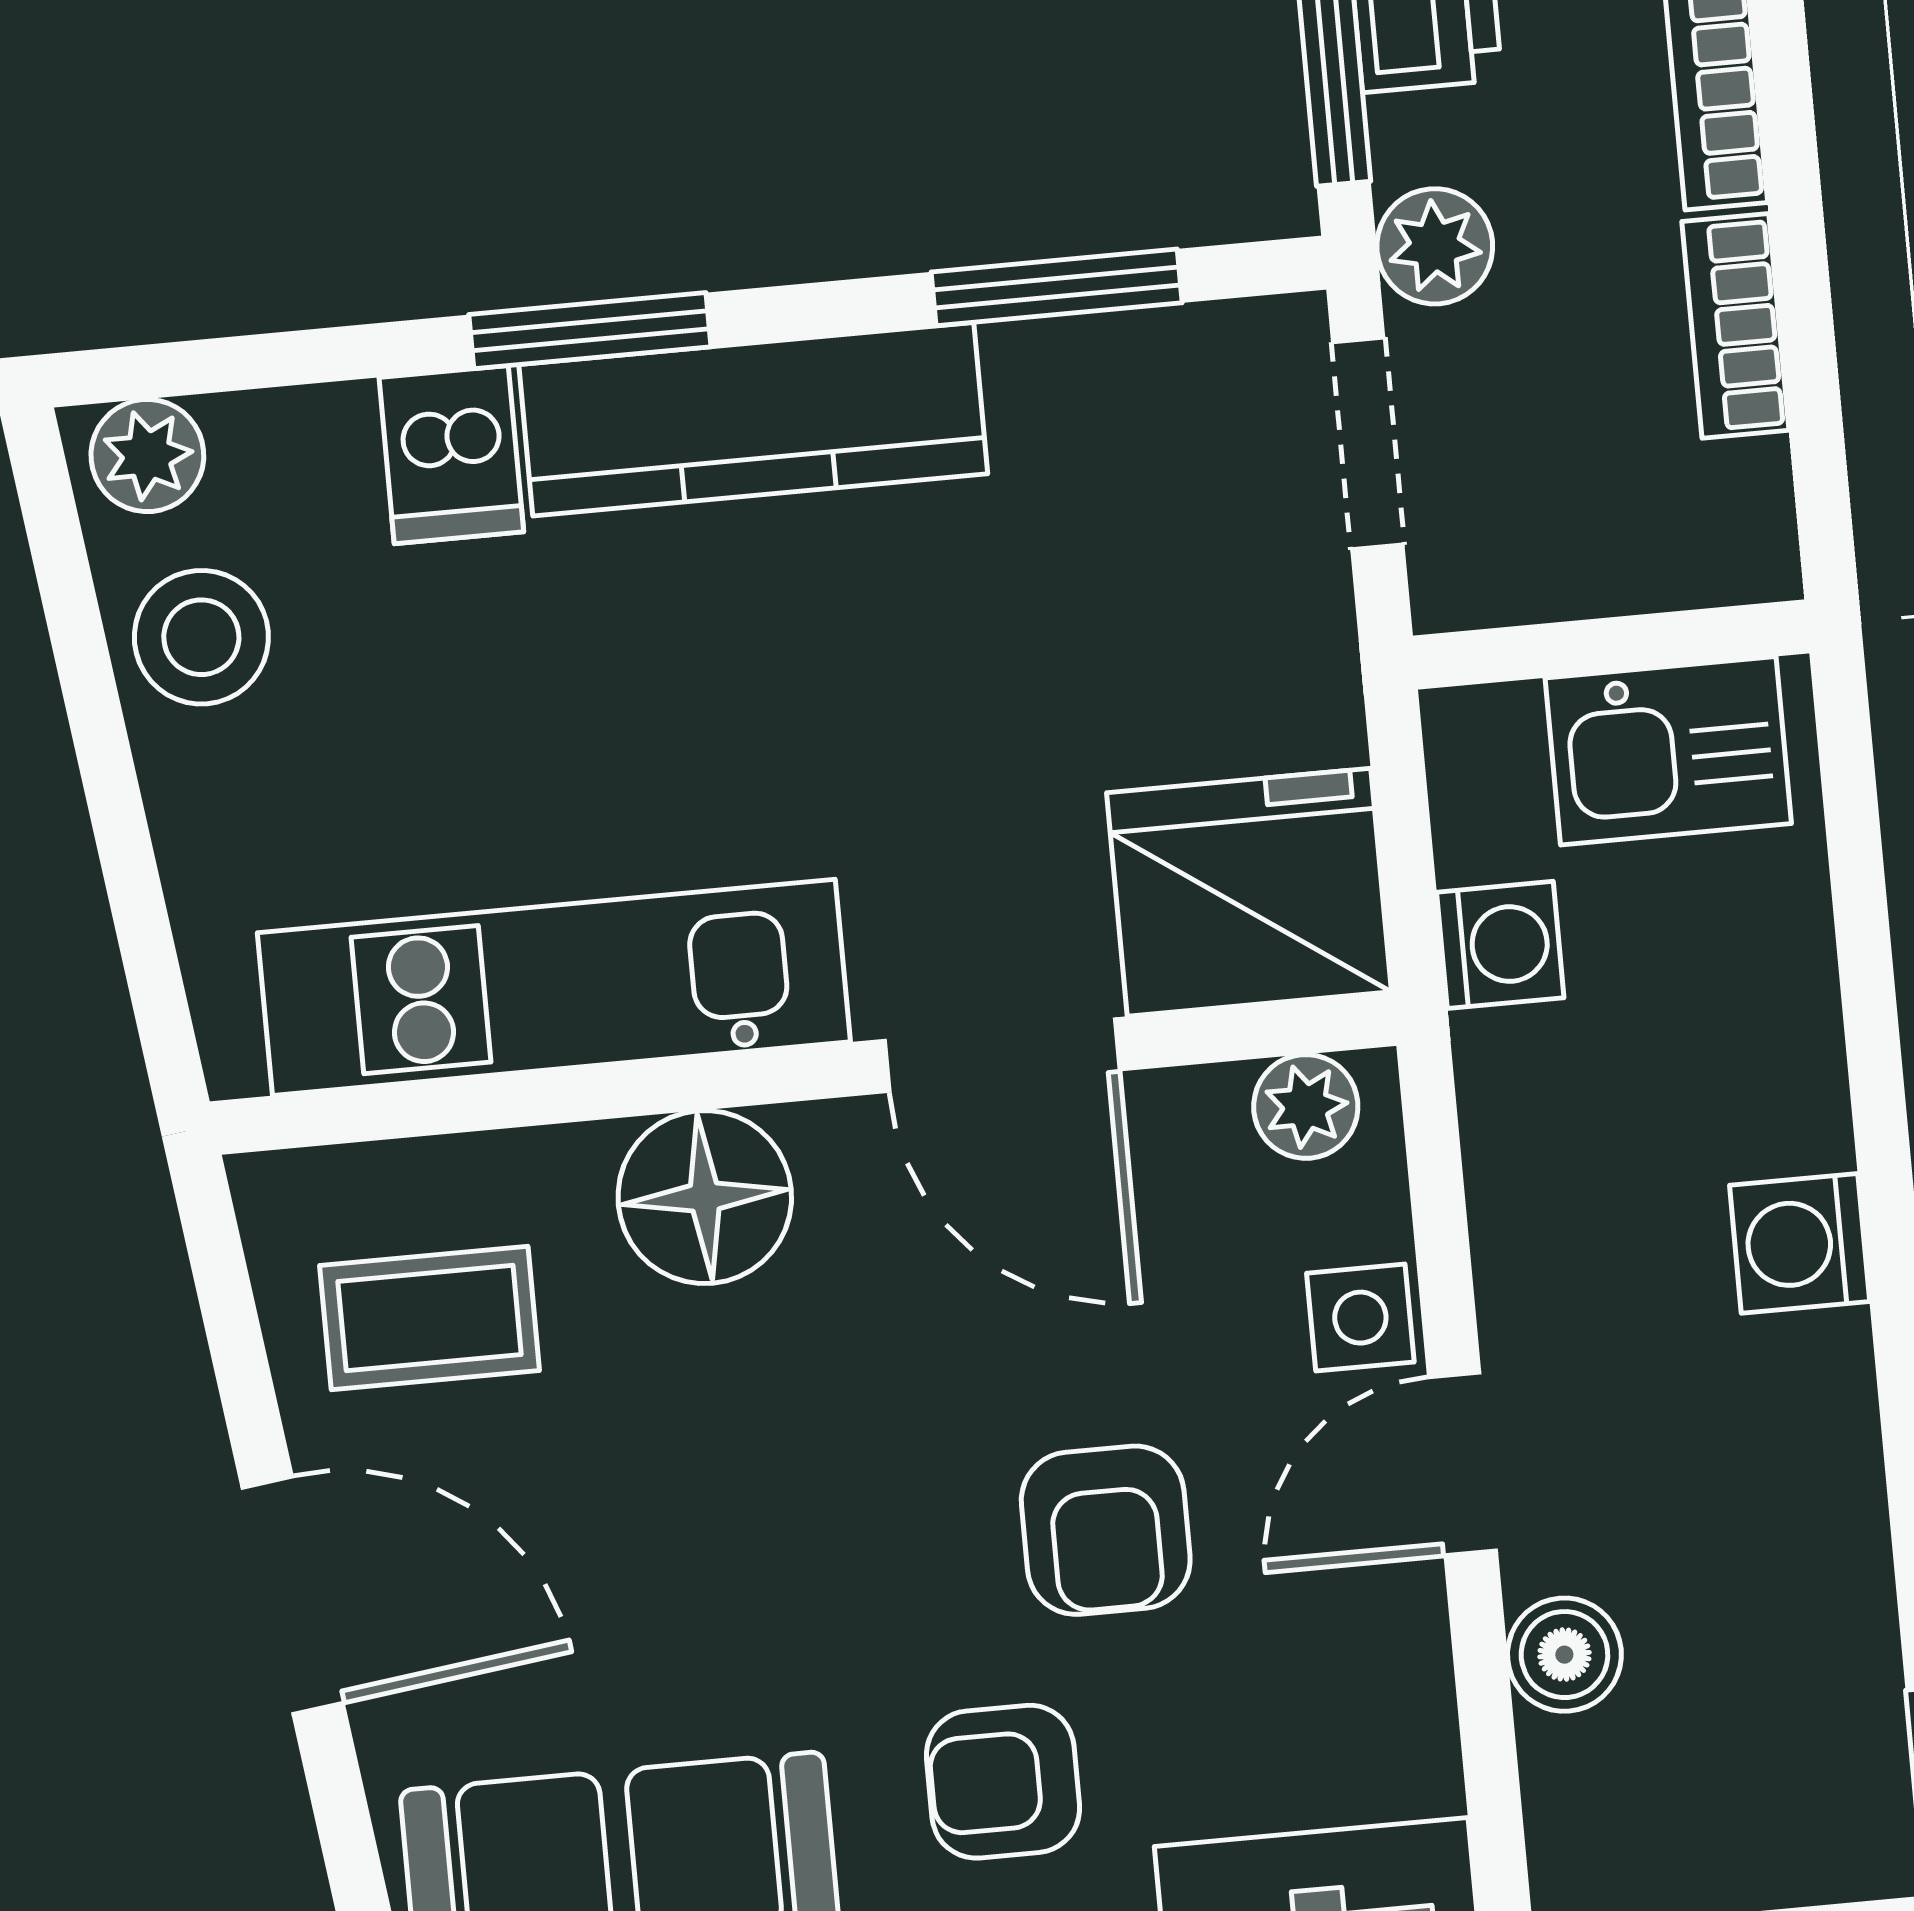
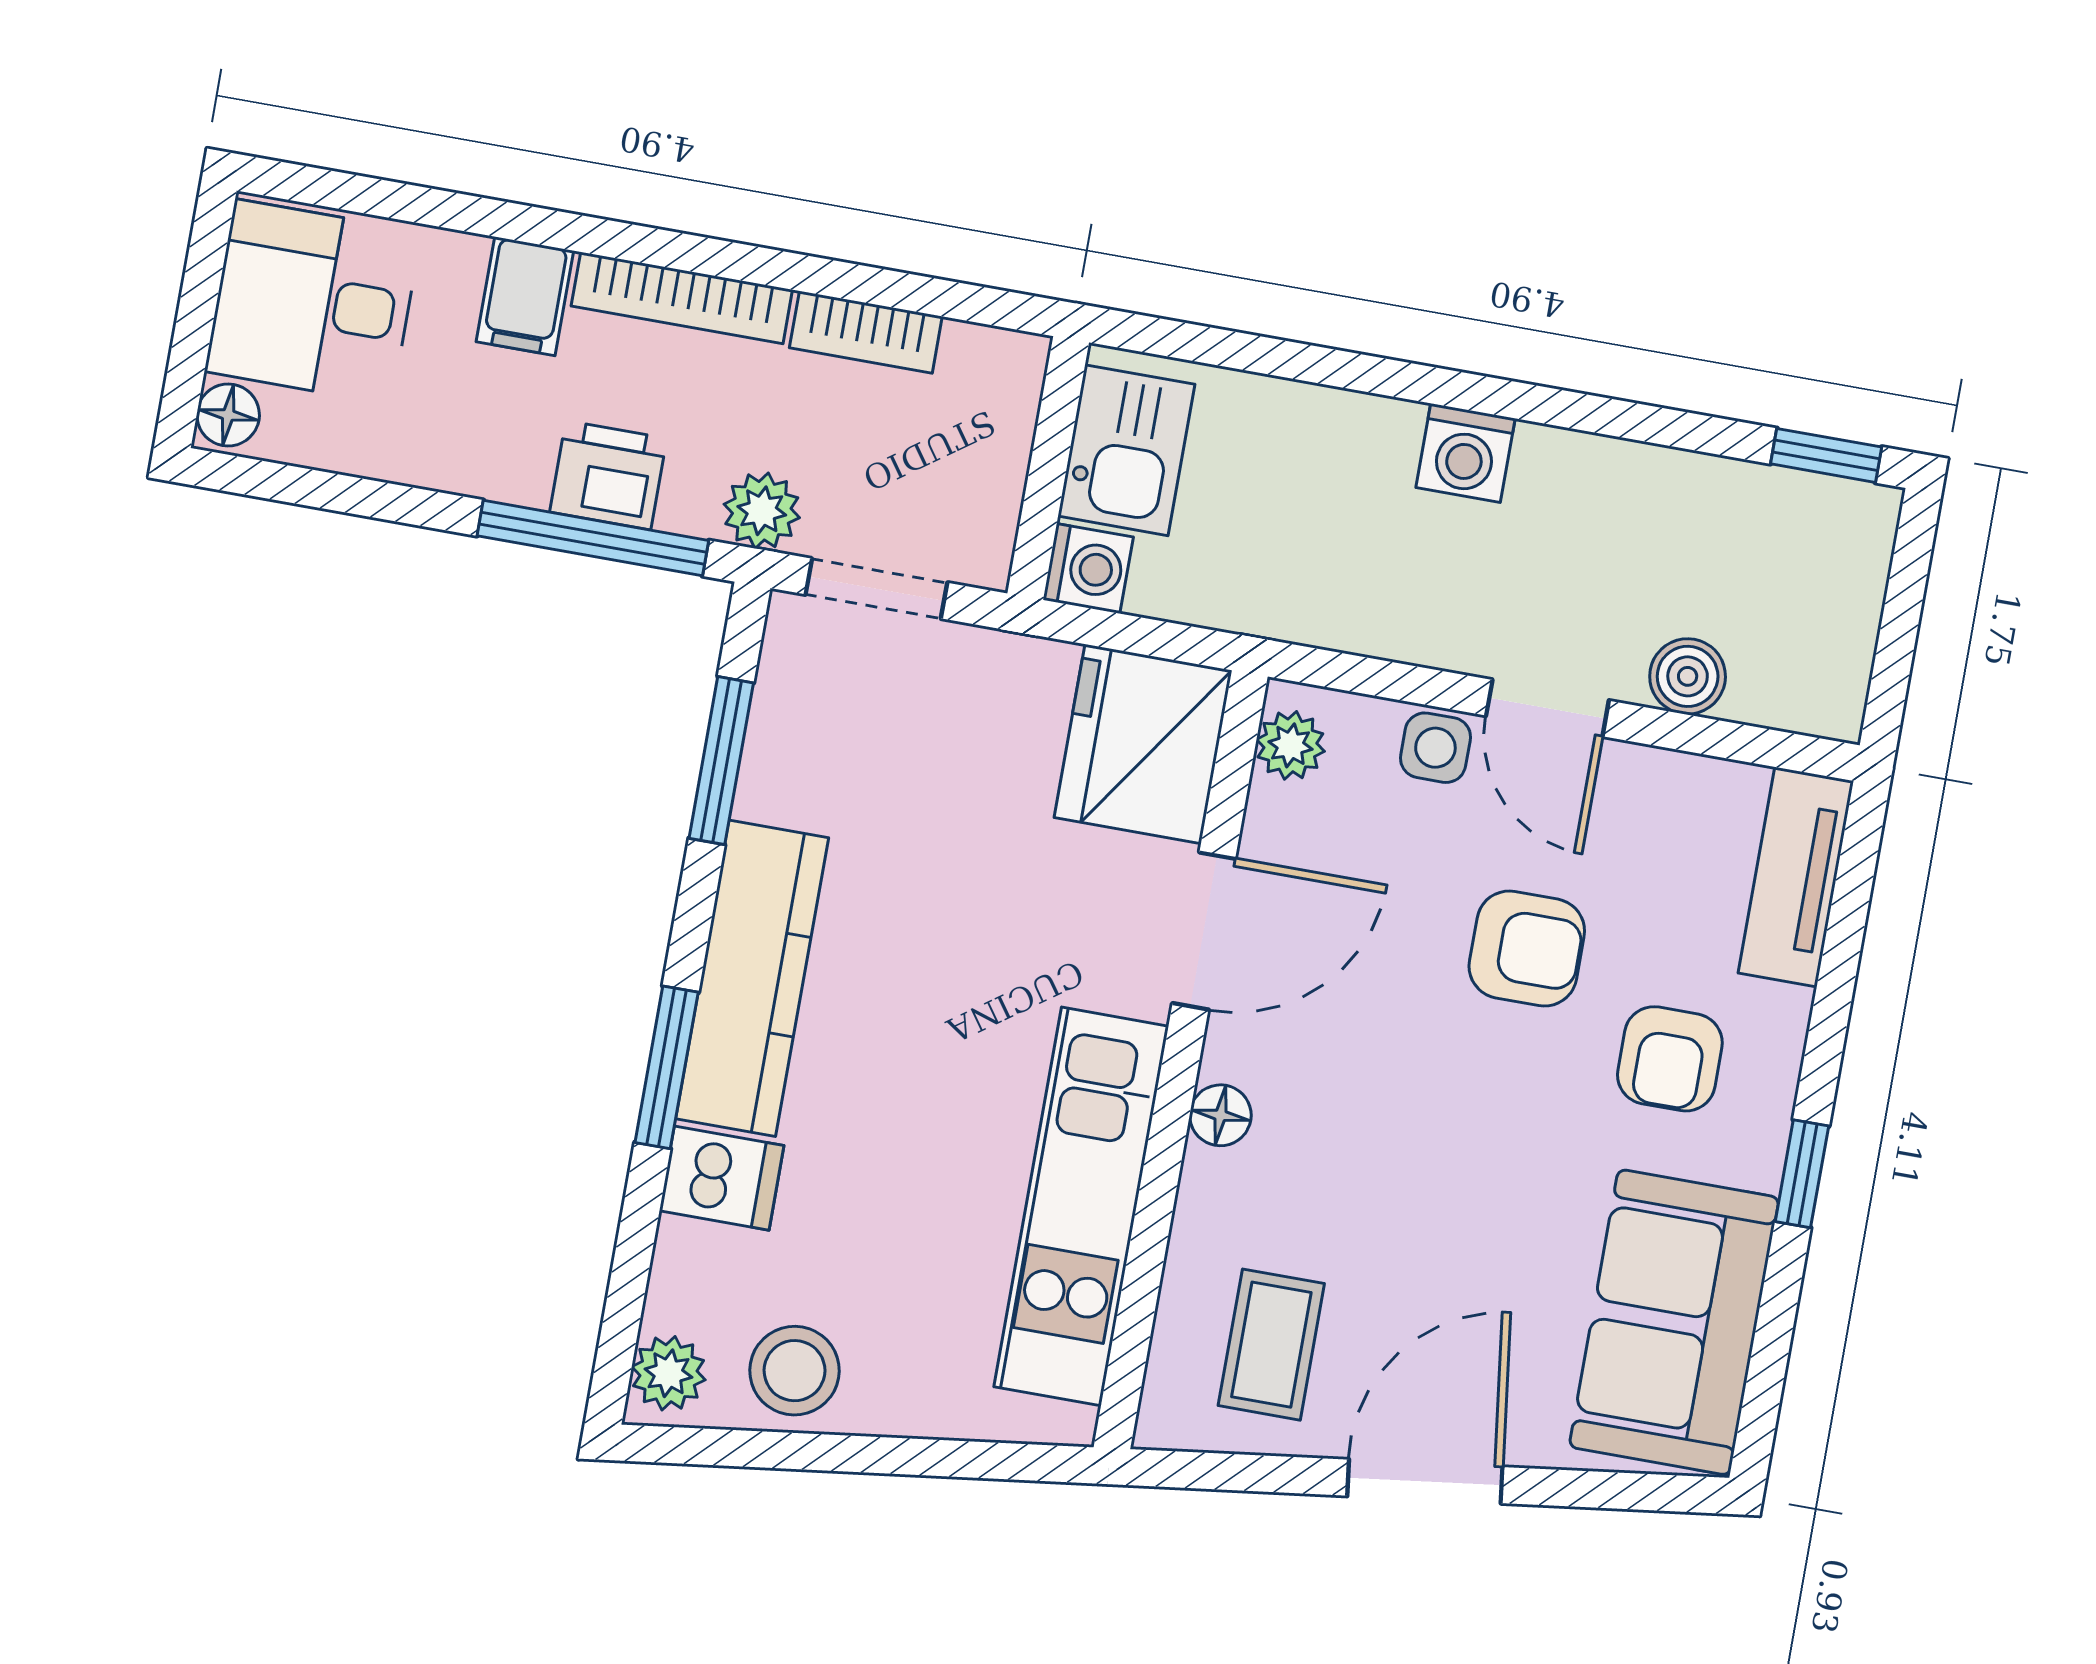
washing machine: (1500, 945) -> (1088, 568), moved, turned 90
floor lamp: (705, 1197) -> (1220, 1115), width x0.53, depth x0.53

